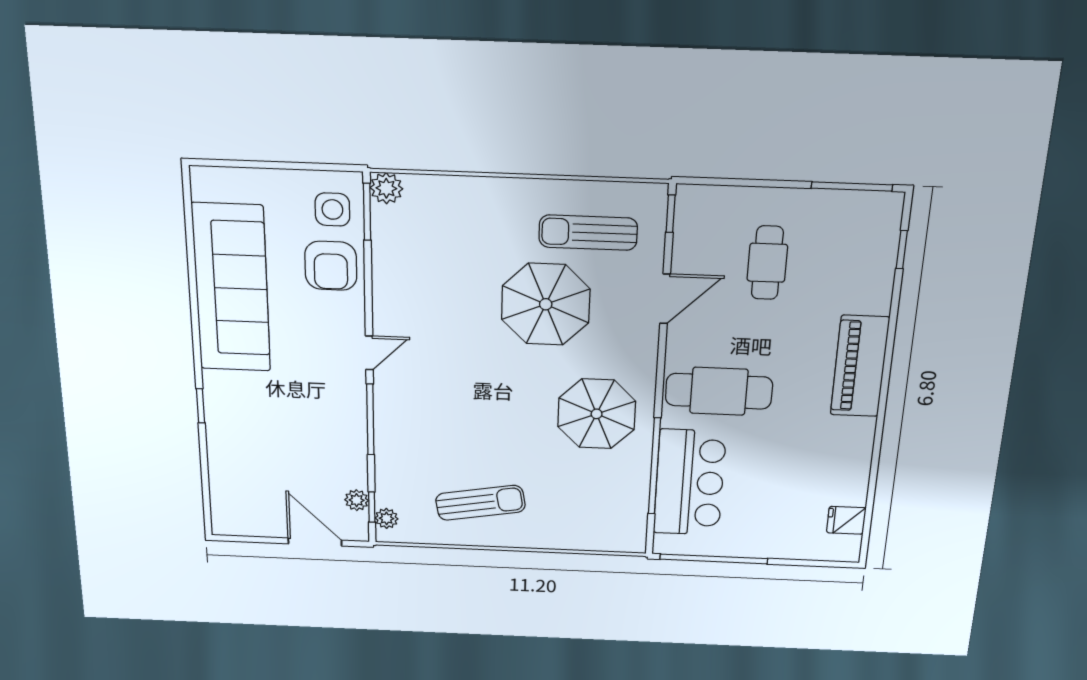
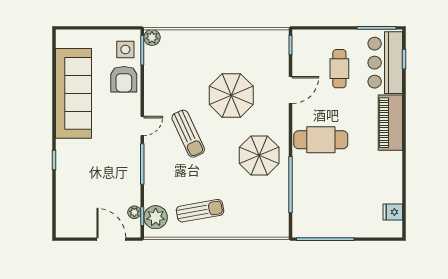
sun lounger: (588, 233) -> (188, 134), moved, turned -115
bar counter: (689, 483) -> (385, 63), moved, turned 180
plant: (387, 518) -> (156, 217), width x1.88, depth x1.88

